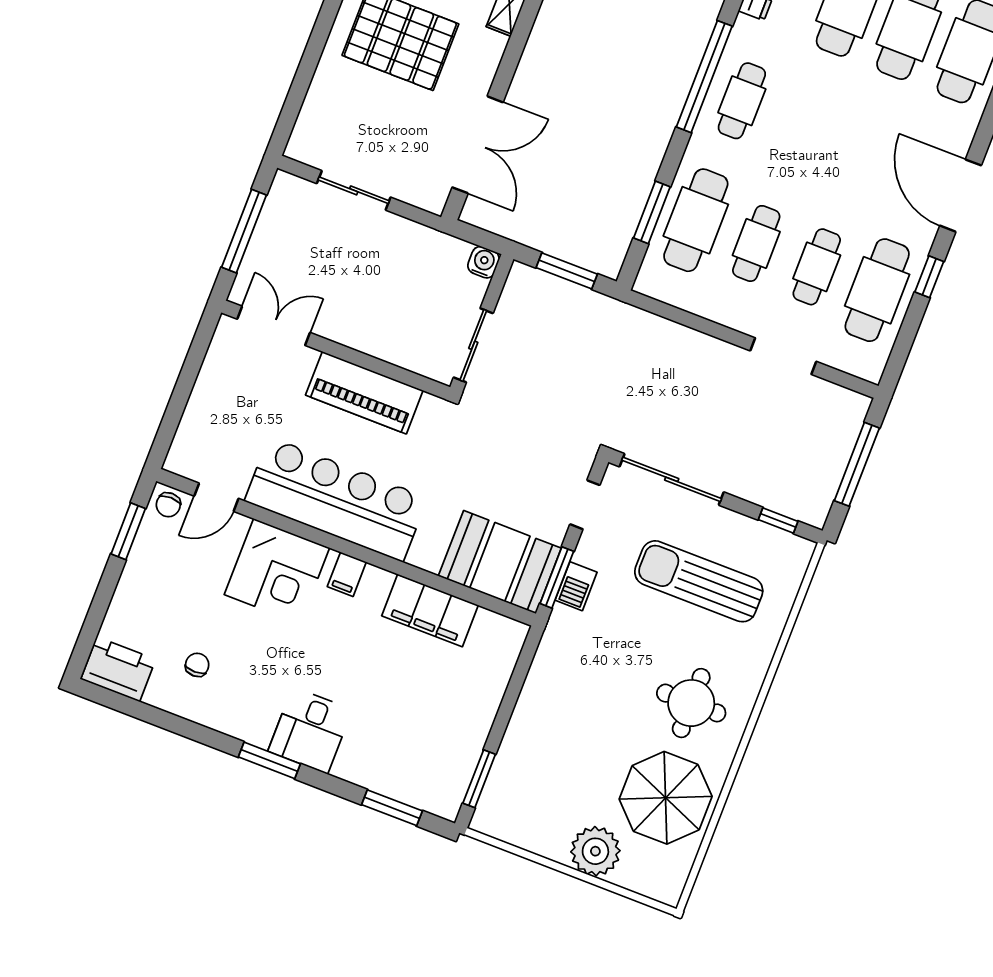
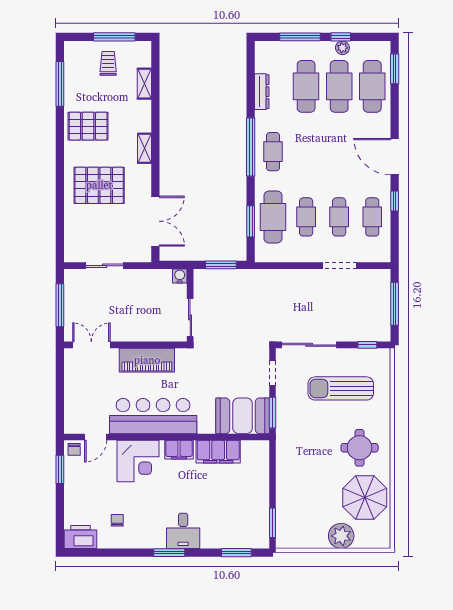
cafe table: (877, 290) -> (372, 217), width x0.73, depth x0.74
filing cabinet: (347, 574) -> (179, 450), width x2.00
barbecue: (576, 586) -> (283, 413), removed

